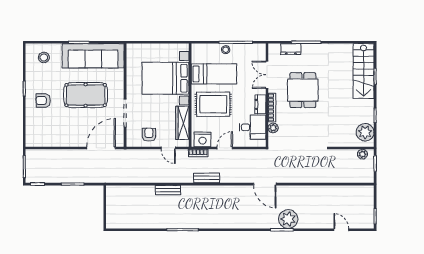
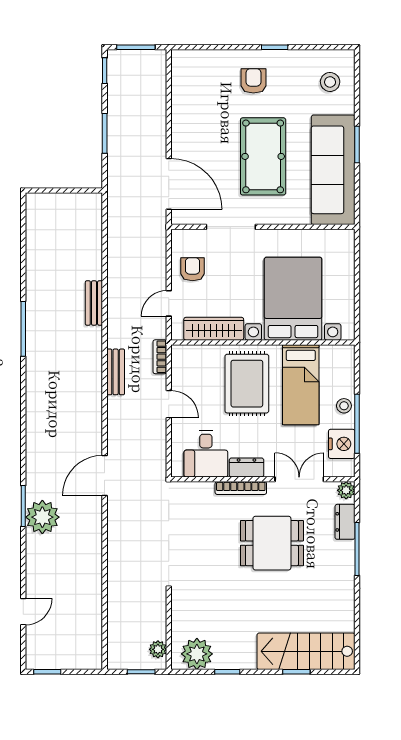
plant: (273, 128) -> (346, 490), moved
armchair: (149, 135) -> (193, 269), turned -90
nightstand: (203, 139) -> (342, 444), moved, turned 180

